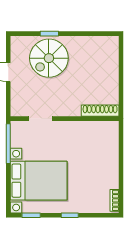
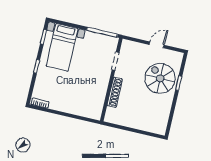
shoe rack: (100, 111) -> (115, 92), moved
bed with nightstands: (39, 181) -> (62, 47), width x0.73

